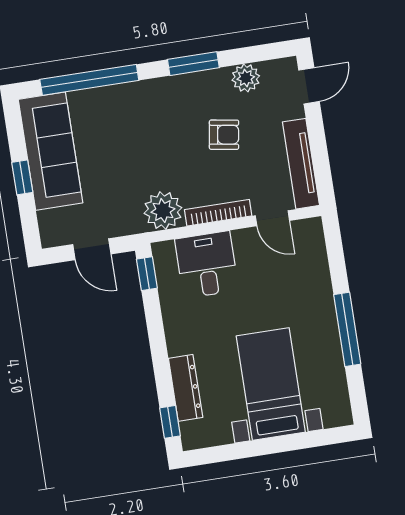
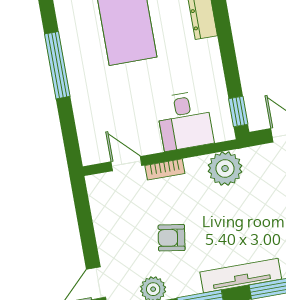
tv unit: (301, 164) -> (241, 276), moved, turned -90
bookcase: (218, 213) -> (165, 169), width x0.64

